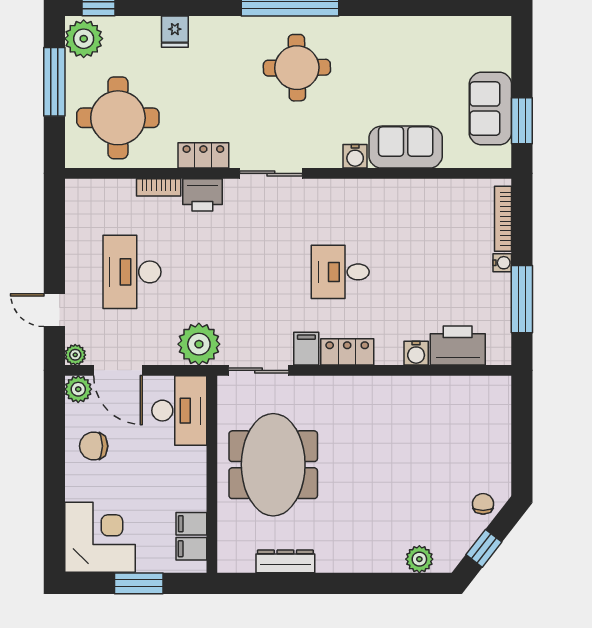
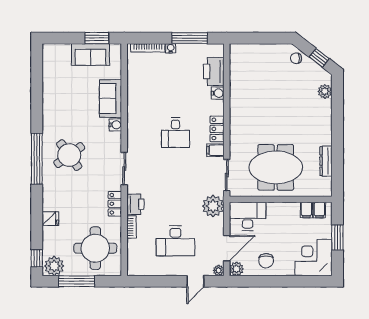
round table: (297, 68) -> (69, 155), turned -35

